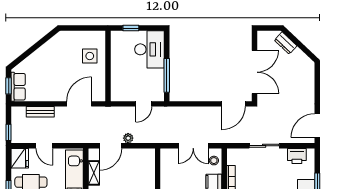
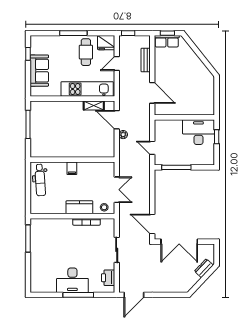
desk: (149, 49) -> (198, 132), moved, turned 180
side table: (90, 56) -> (193, 102), removed
door: (317, 126) -> (134, 295), swing flipped
double door: (193, 146) -> (117, 190), swing flipped

